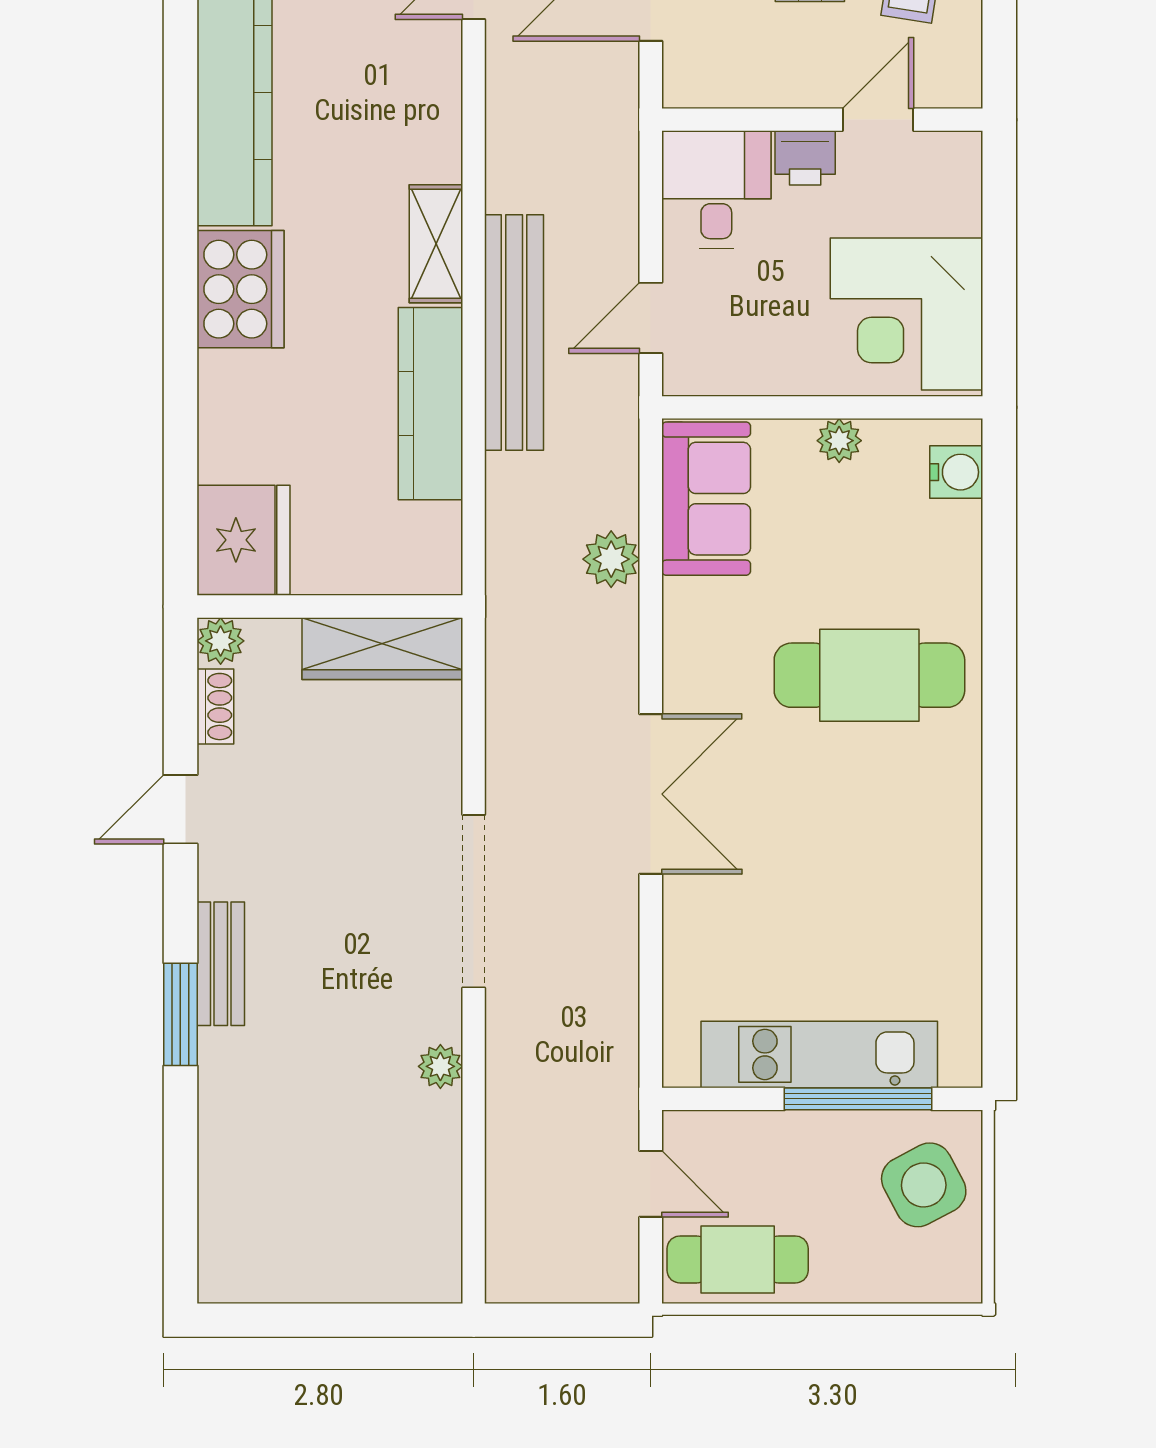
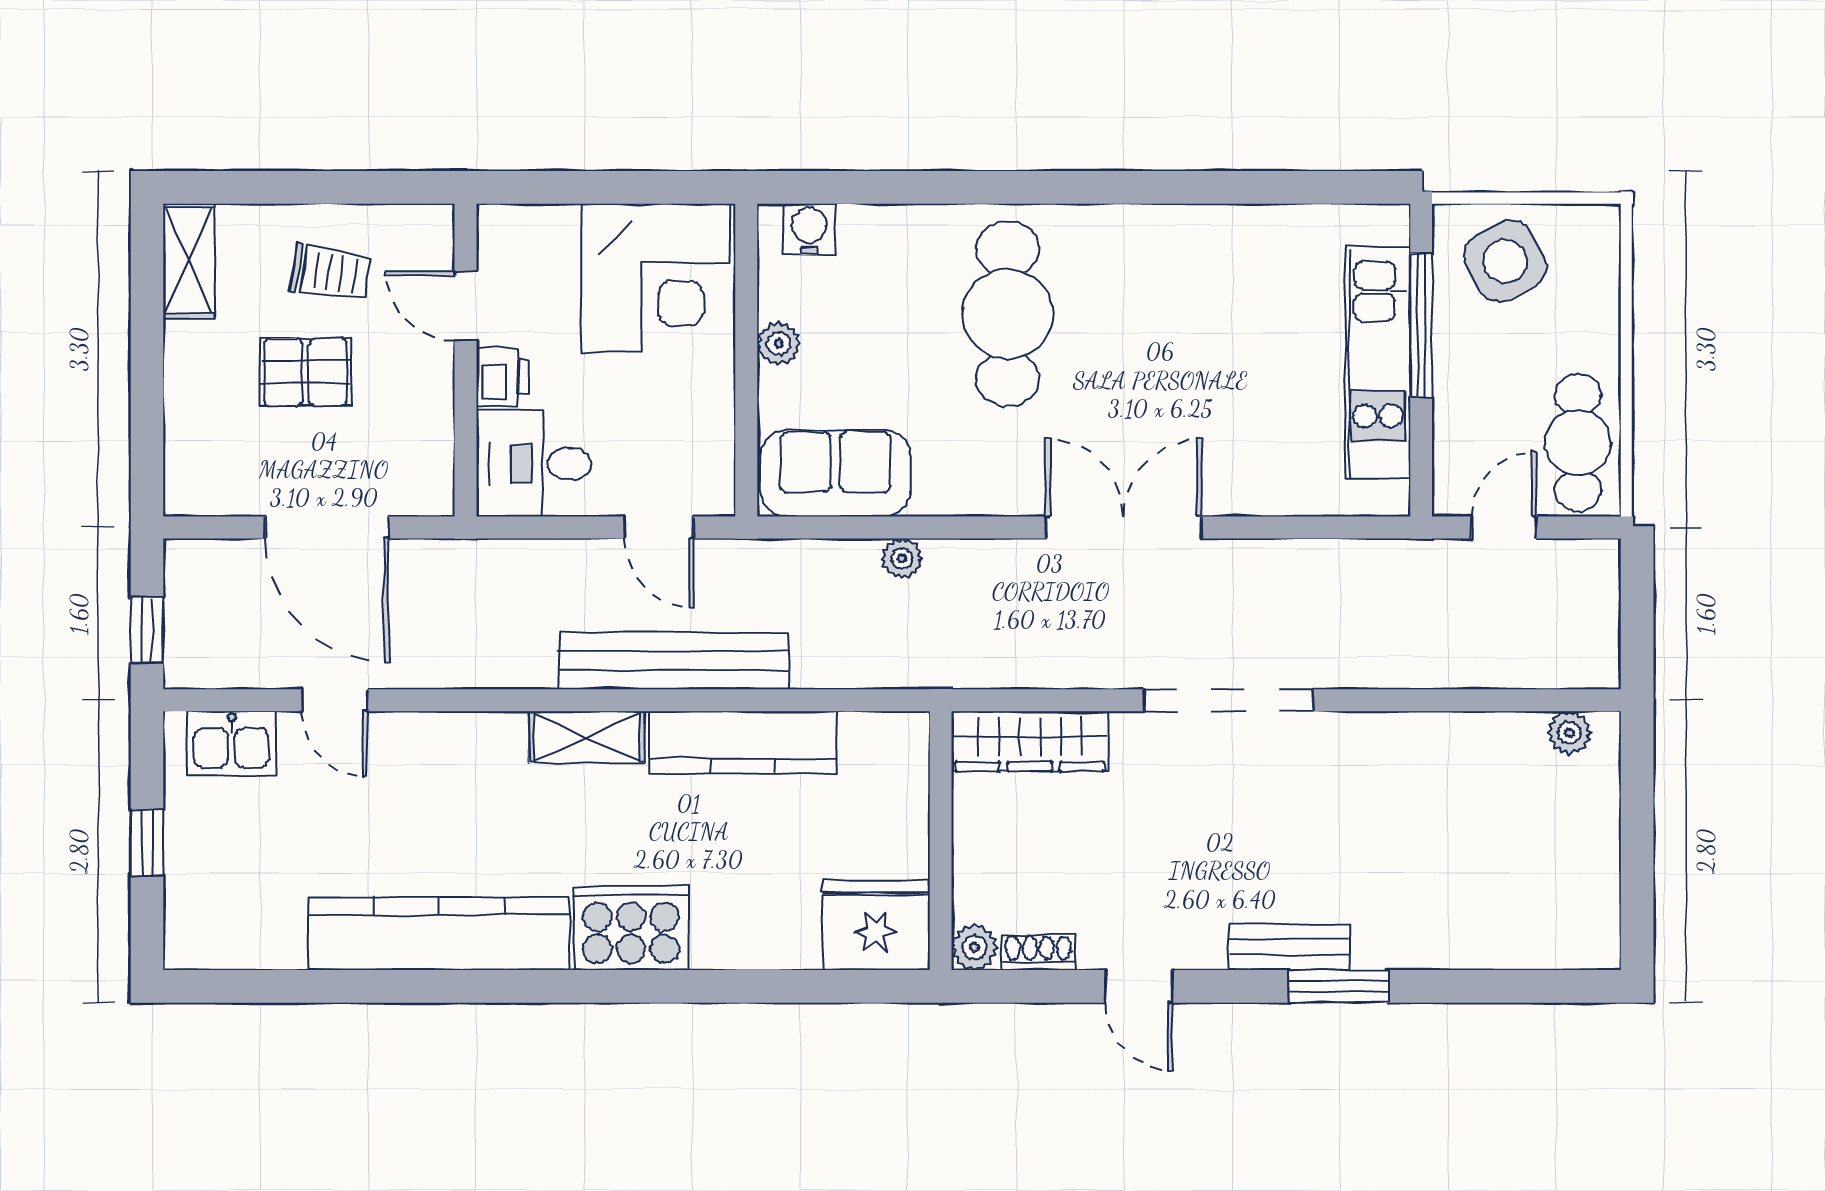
plant: (611, 559) -> (902, 558), width x0.73, depth x0.73
wardrobe: (382, 649) -> (1030, 741), moved, turned 90
plant: (440, 1066) -> (1569, 733), moved

